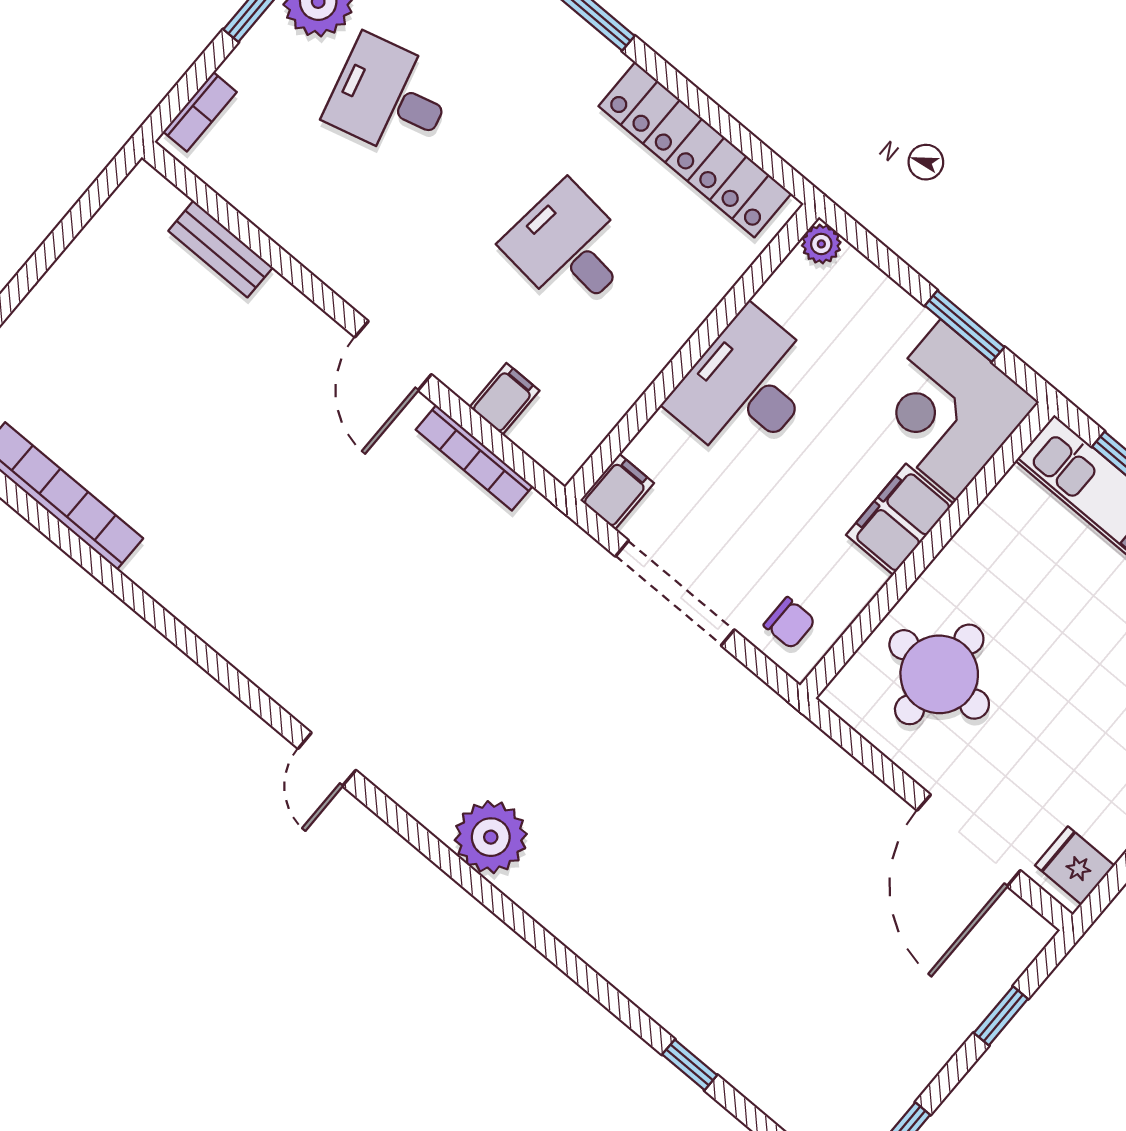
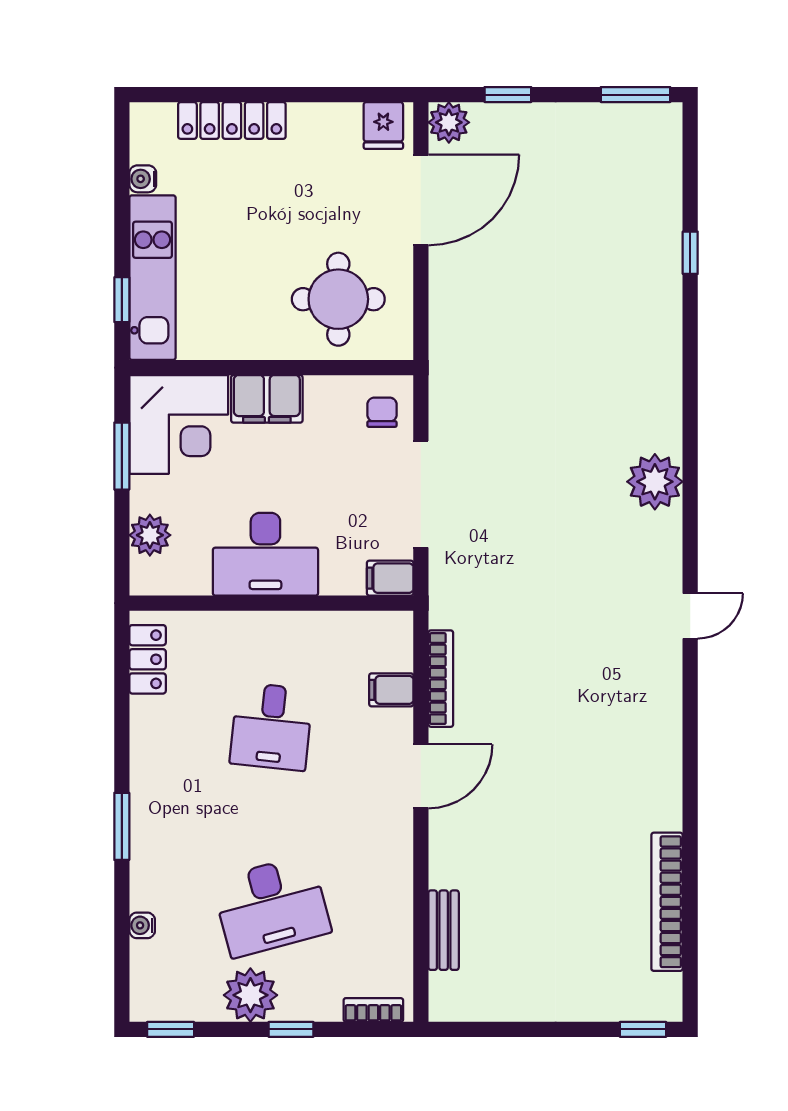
desk: (390, 97) -> (271, 906), width x1.37
locker: (695, 150) -> (148, 659), width x0.46, depth x0.83
plant: (821, 244) -> (150, 535), moved, width x1.38, depth x1.38
plant: (1023, 933) -> (449, 122), added

